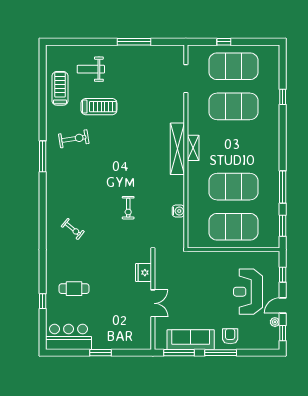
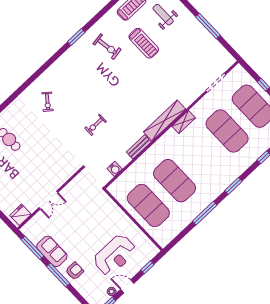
shelving: (193, 148) -> (184, 122), moved
window: (43, 156) -> (76, 37), width x0.69
bench: (179, 190) -> (139, 147), added
water cooler: (178, 211) -> (115, 169), moved
window: (283, 226) -> (233, 186), moved
fridge: (144, 273) -> (21, 215), moved
reception desk: (248, 292) -> (115, 255), turned 180
sofa: (191, 340) -> (52, 251), width x0.73

